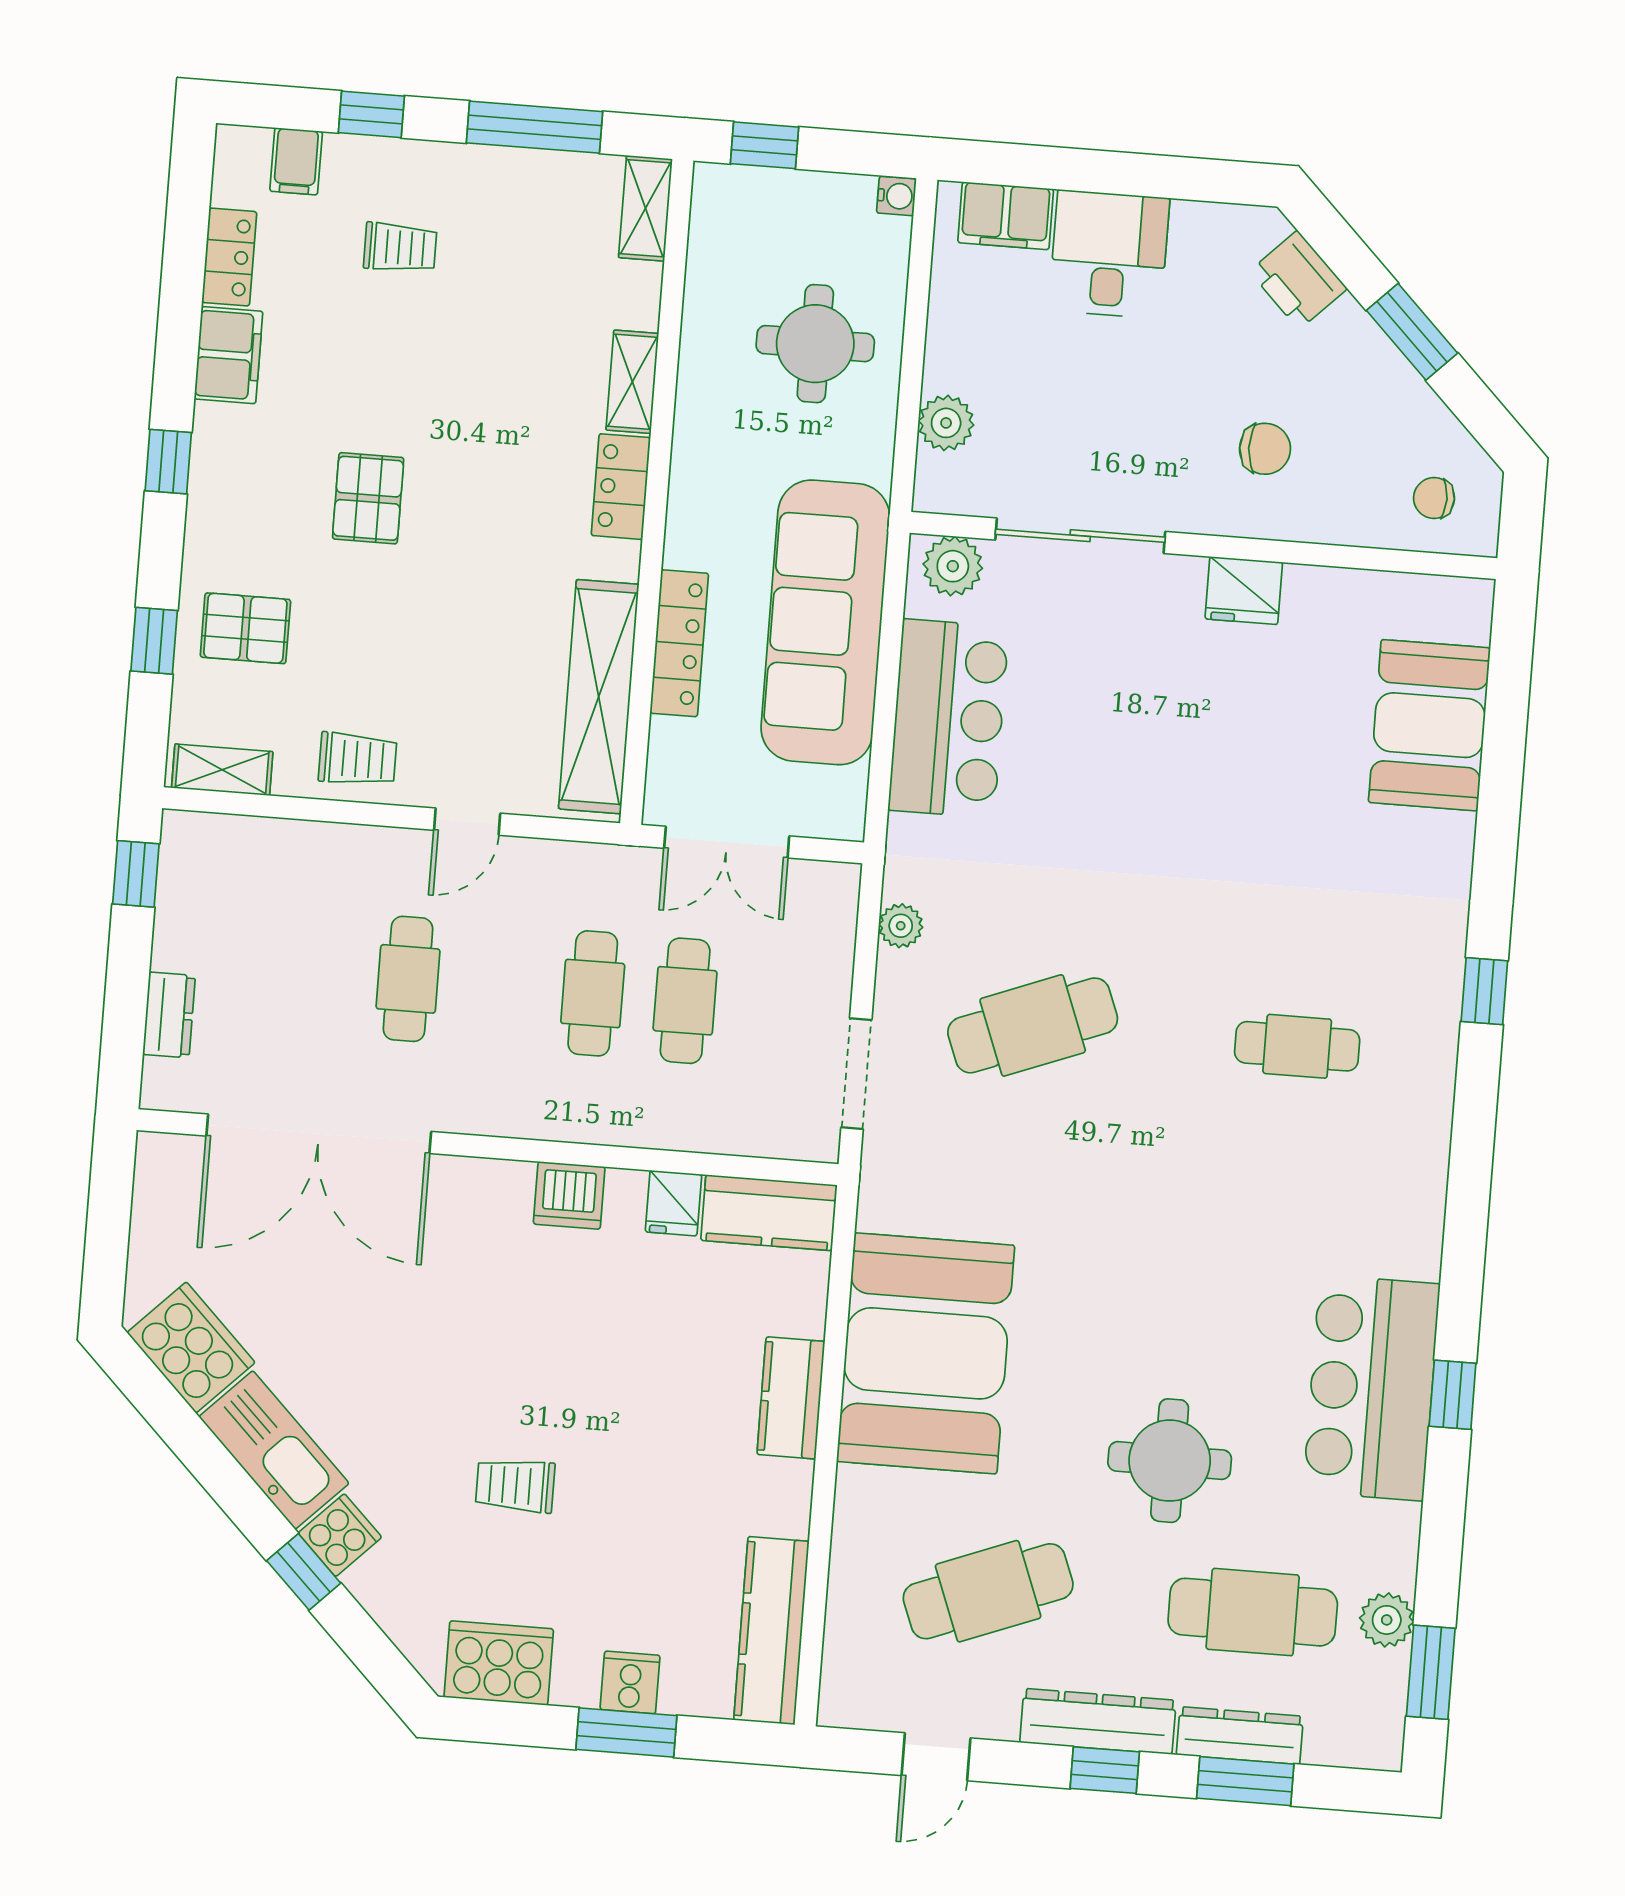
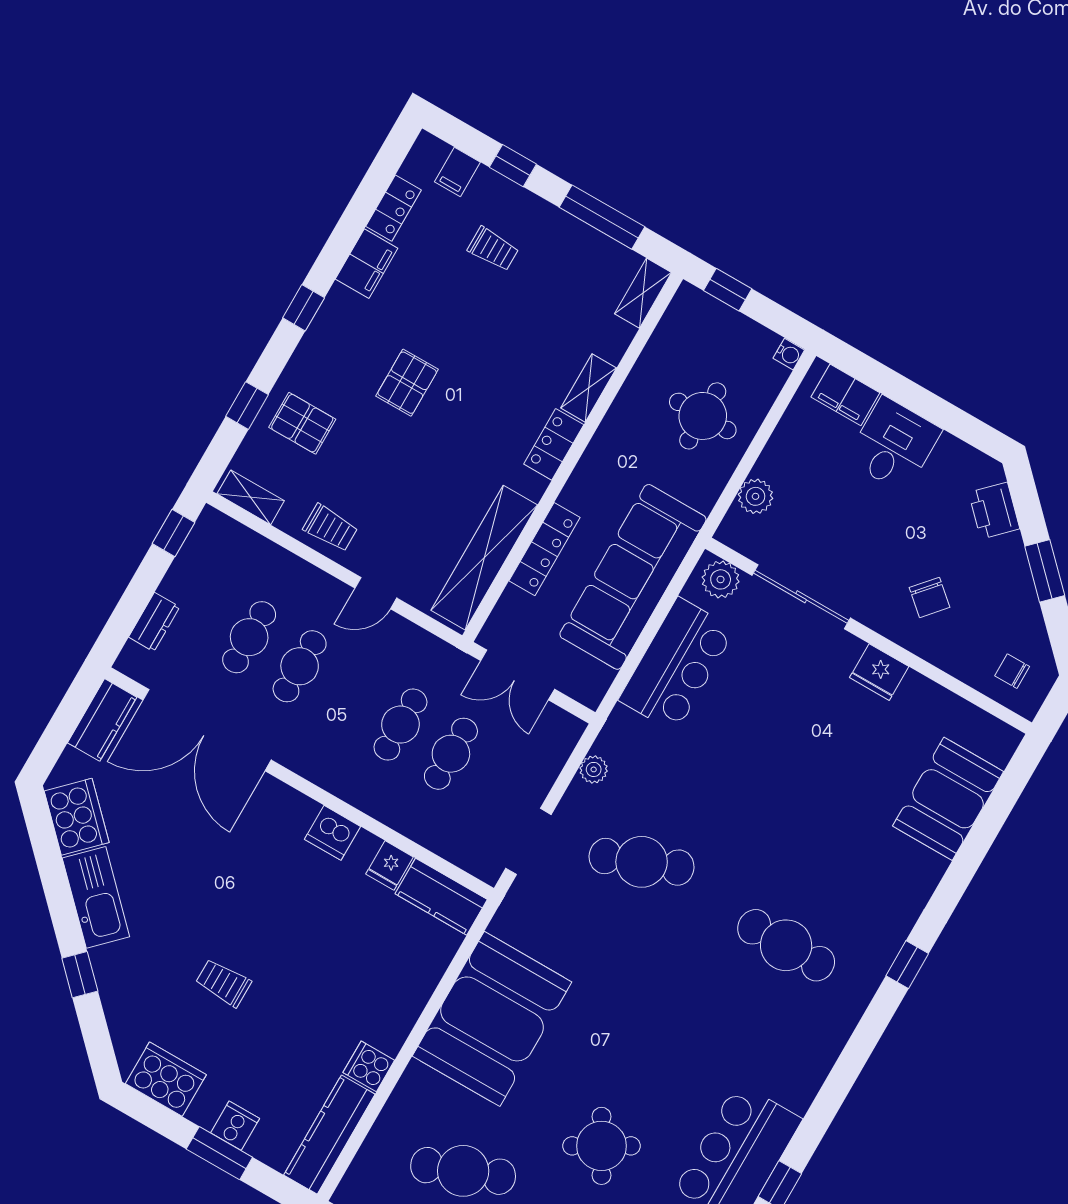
chair: (1265, 449) -> (930, 597), turned 43
cafe table: (316, 972) -> (249, 637), added
cafe table: (1297, 1046) -> (786, 945), width x1.37, depth x1.35
kitchen counter: (791, 1398) -> (102, 720), moved, turned 180
round table: (1170, 1461) -> (602, 1146), turned -30
cooker: (340, 1535) -> (369, 1066), moved, turned -135

